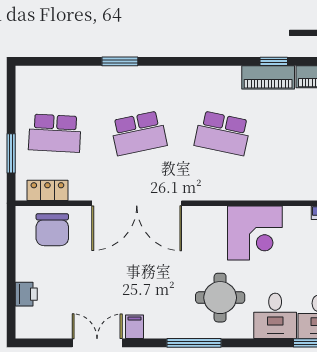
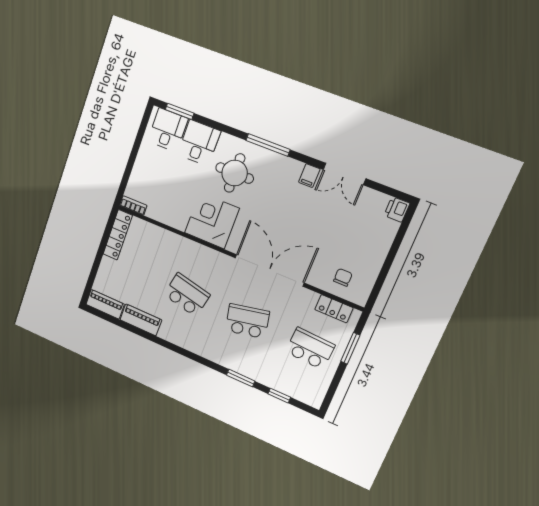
window: (274, 61) -> (279, 396), moved
chair: (52, 230) -> (343, 277), width x0.54, depth x0.54
corner desk: (255, 233) -> (212, 221), moved
printer: (26, 294) -> (397, 209), moved

